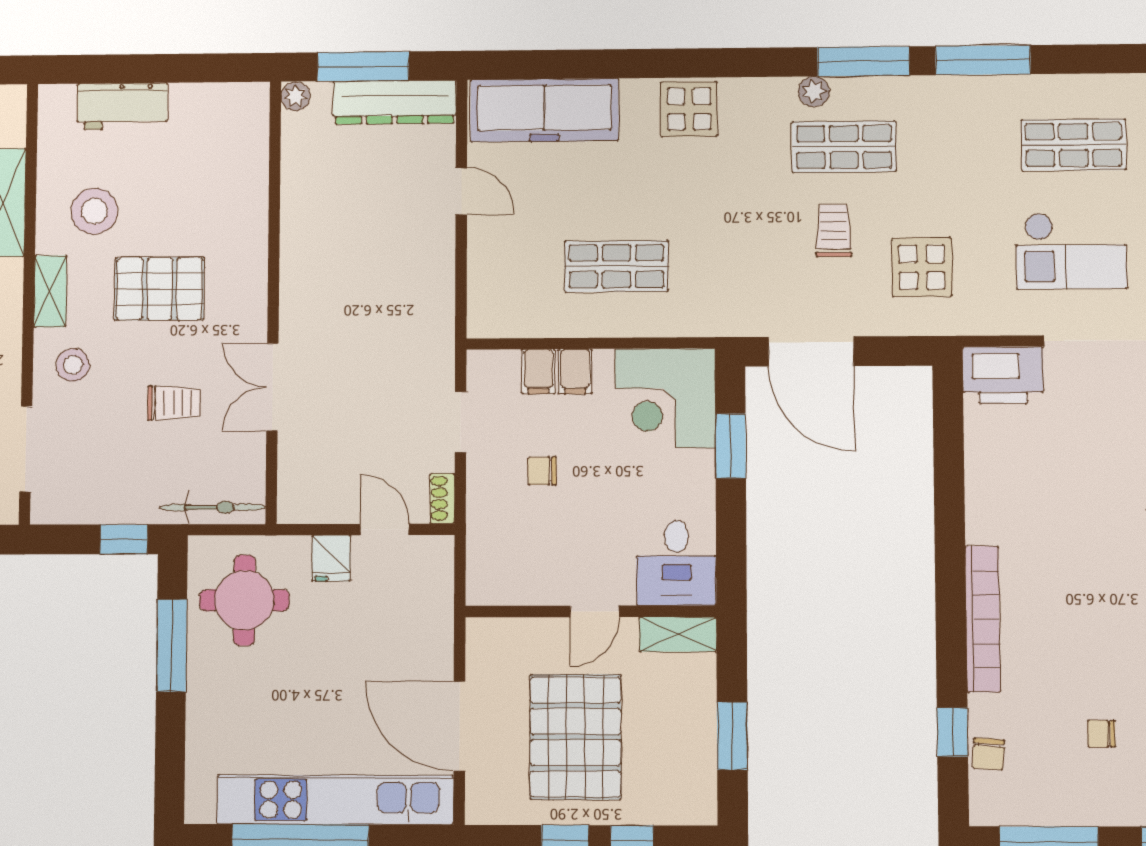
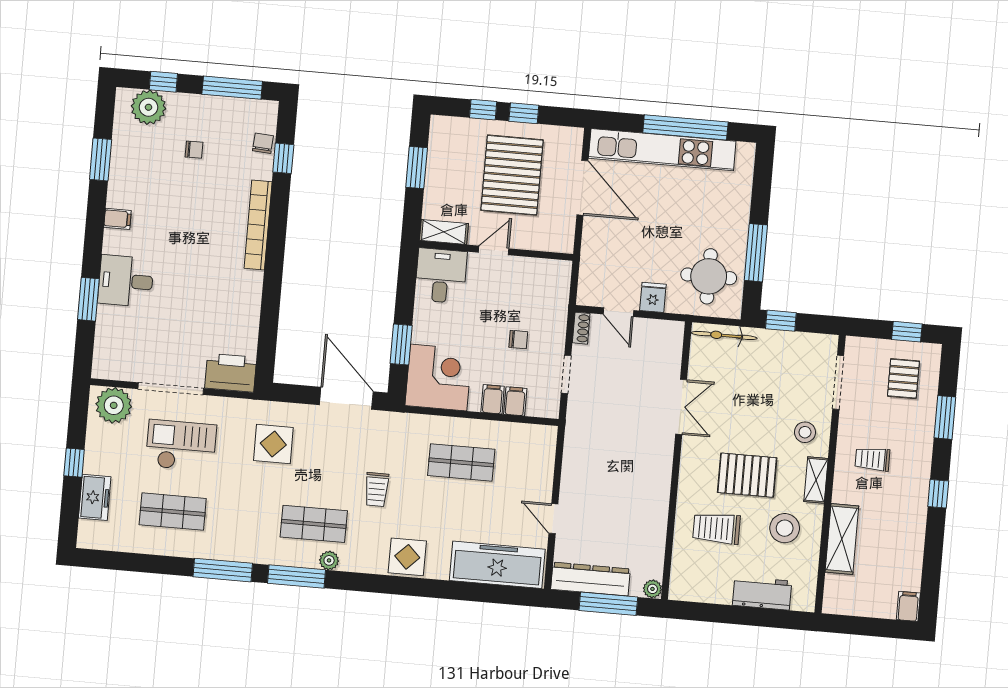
trolley: (834, 230) -> (377, 489), moved
trolley: (174, 403) -> (717, 528), moved, width x1.36, depth x1.39

